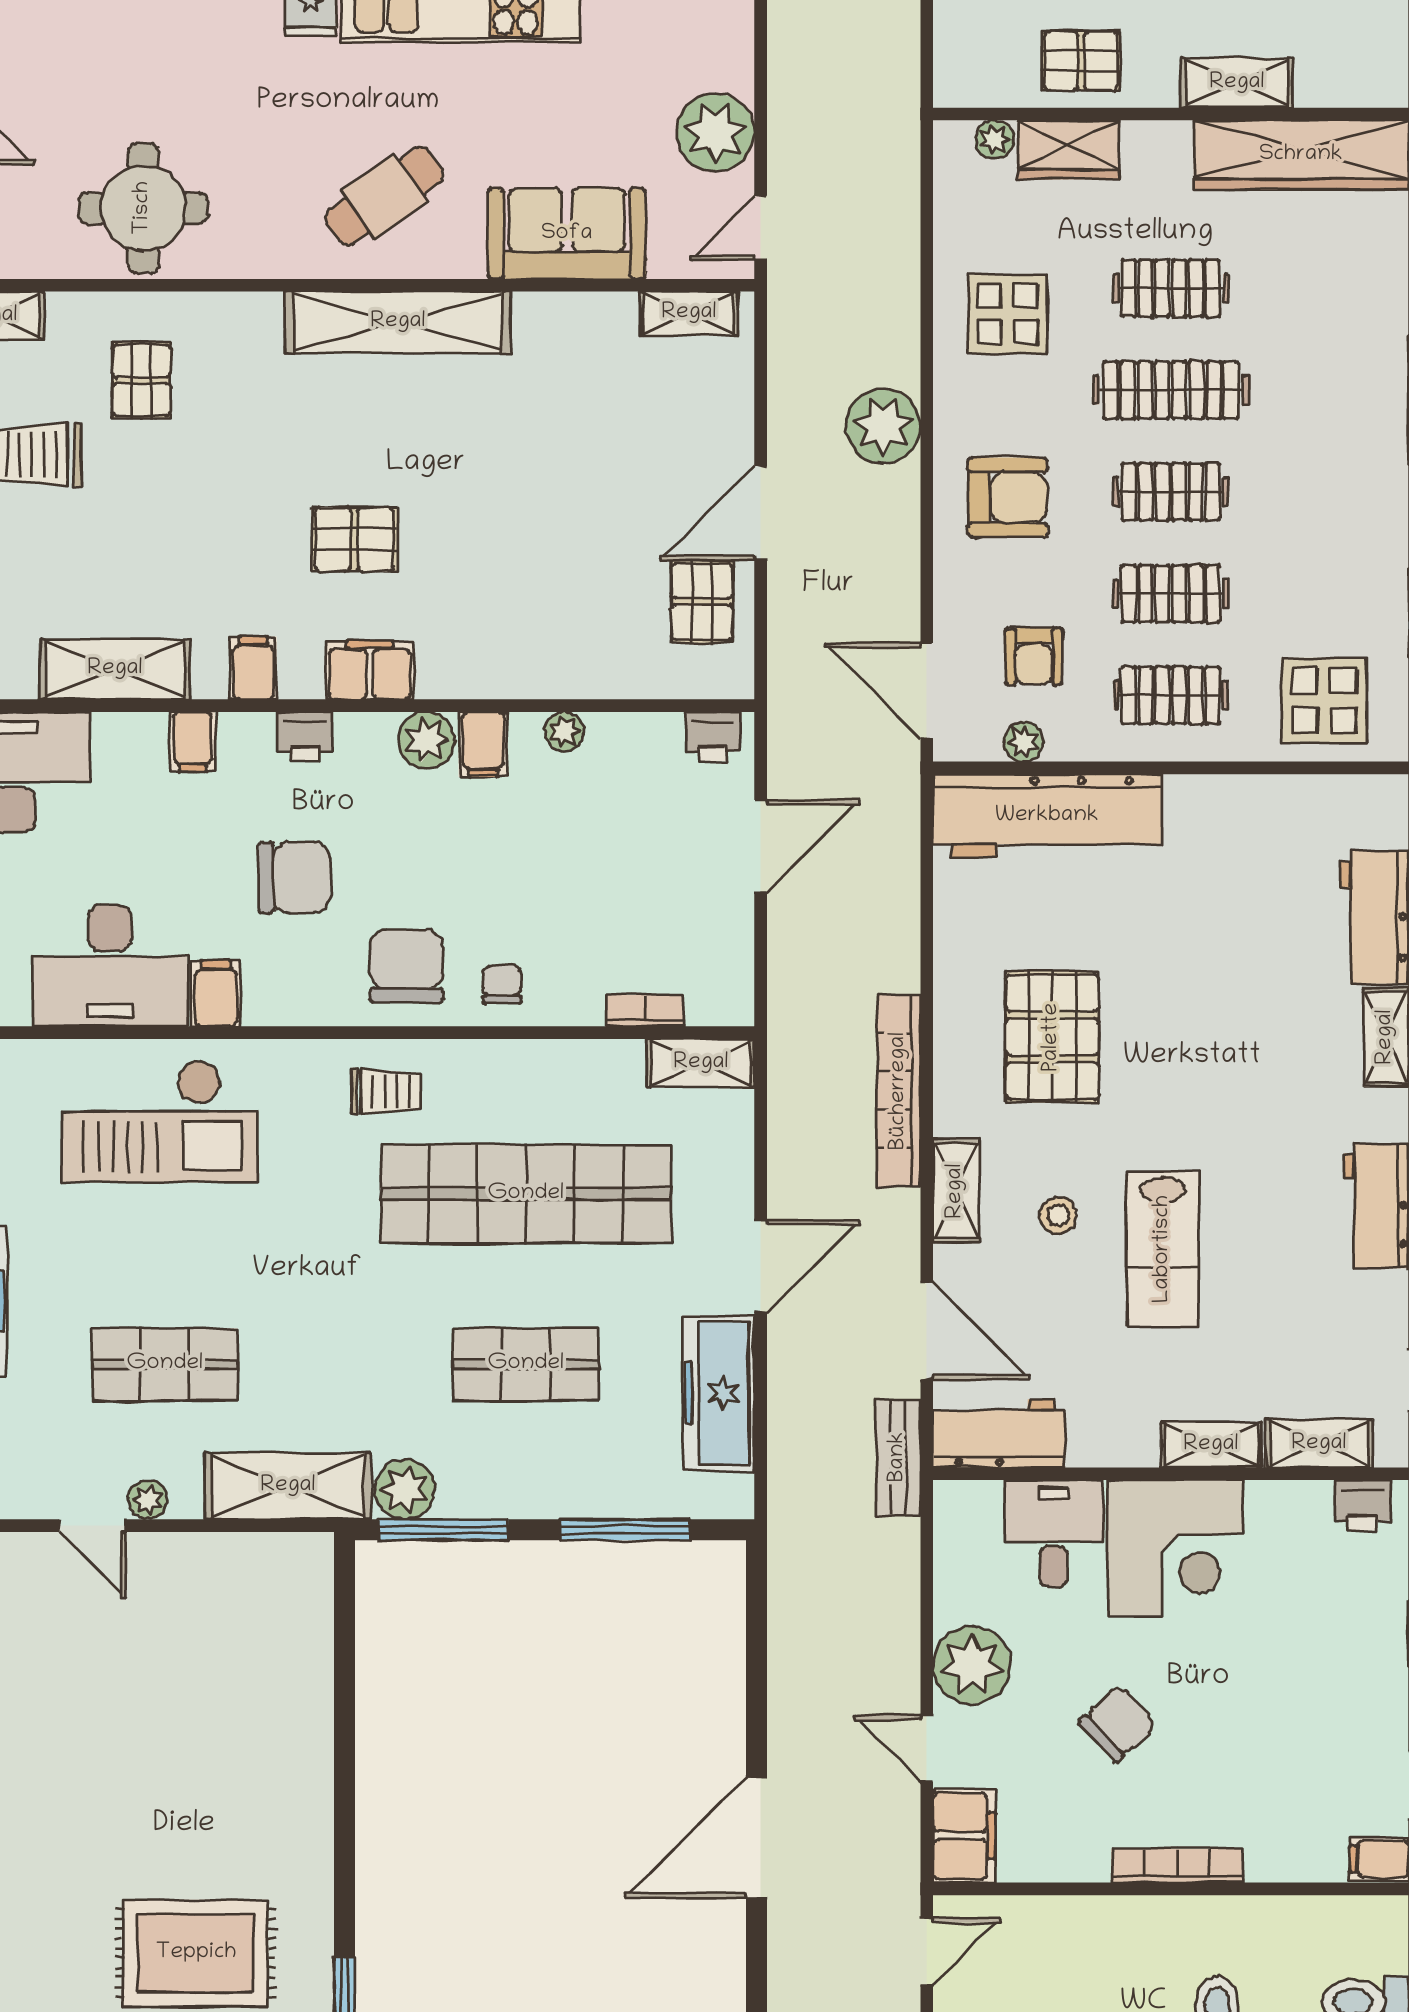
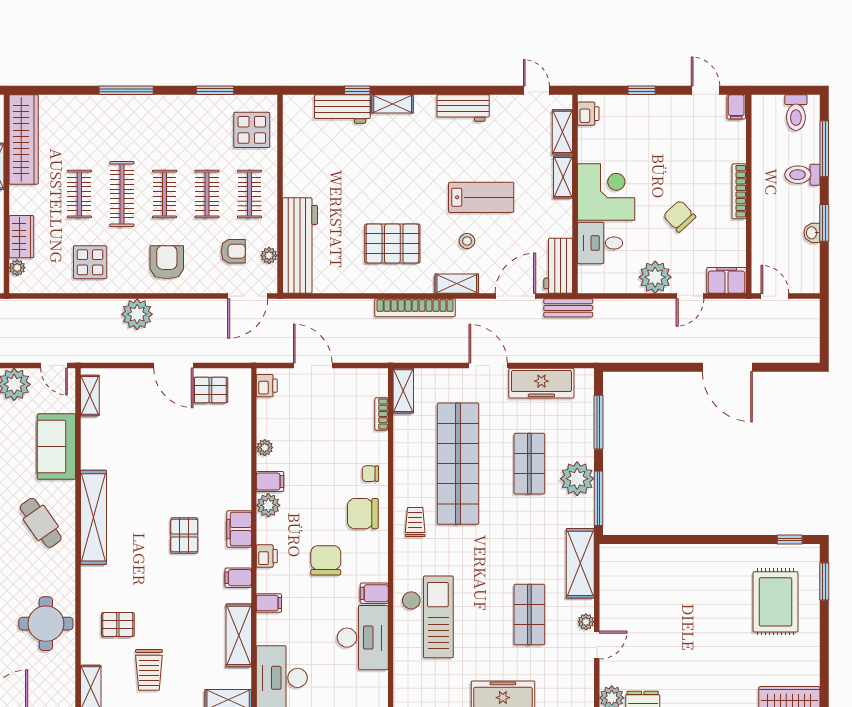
plant: (405, 1489) -> (577, 479), moved, width x1.36, depth x1.36

